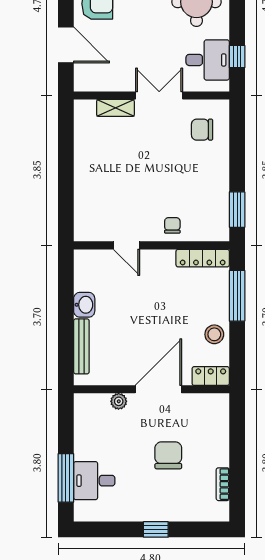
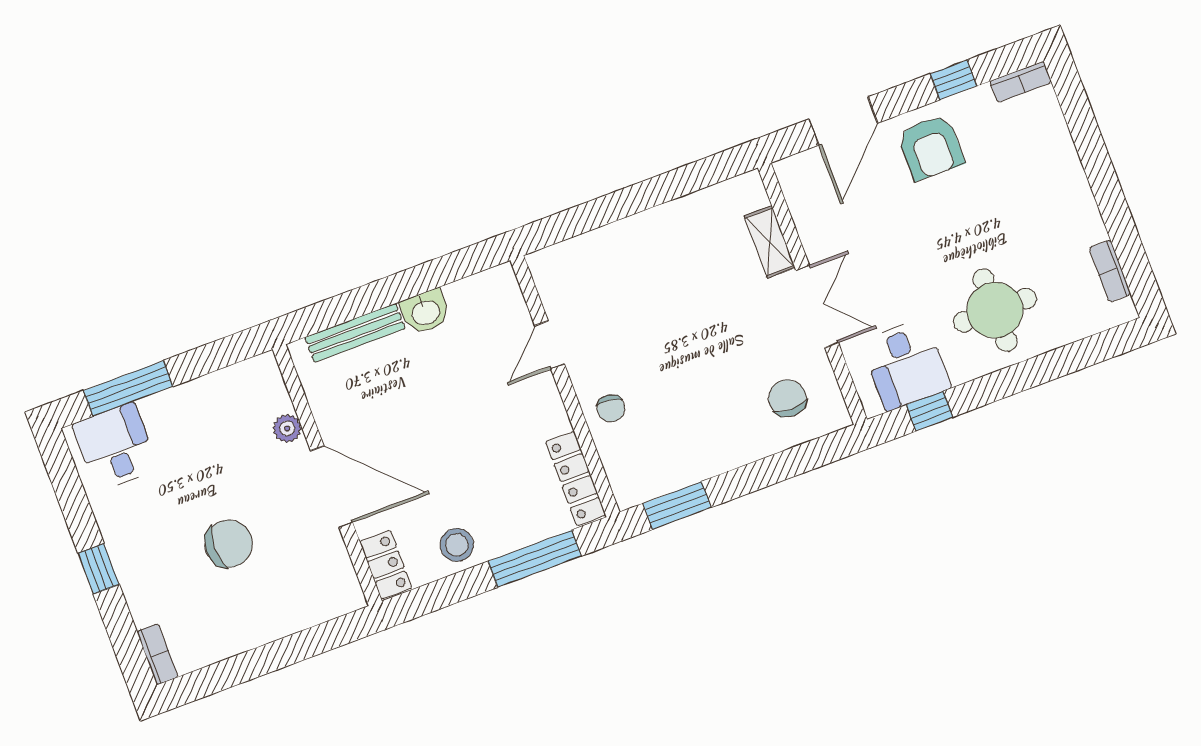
chair: (172, 225) -> (611, 408), turned 97
desk: (94, 481) -> (115, 447), moved
bookcase: (223, 484) -> (158, 654), moved, turned 90

